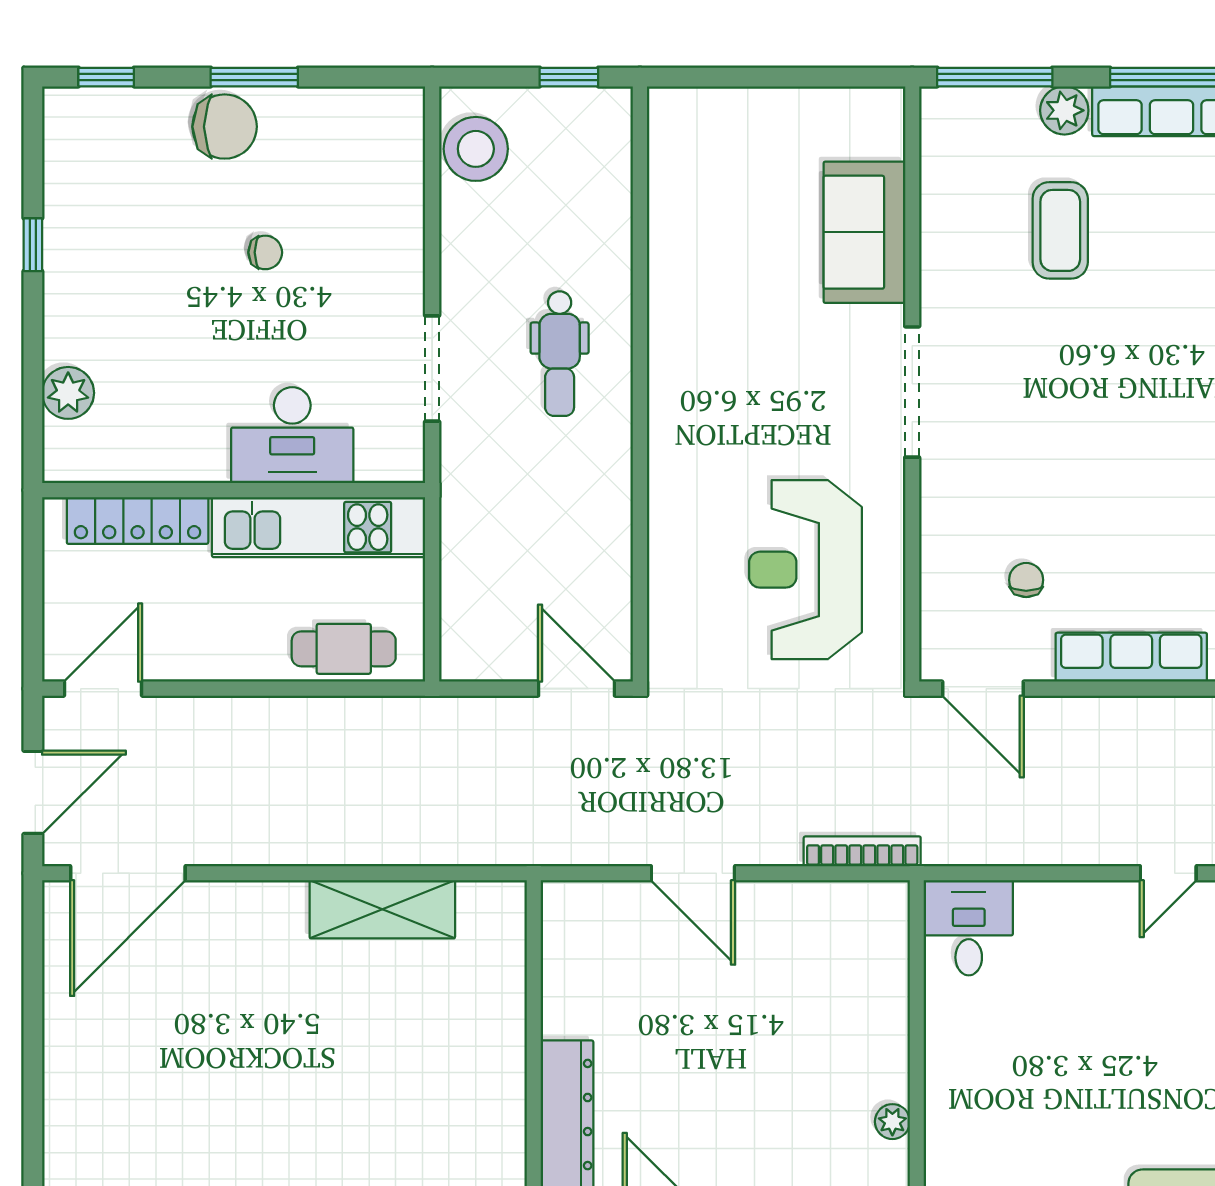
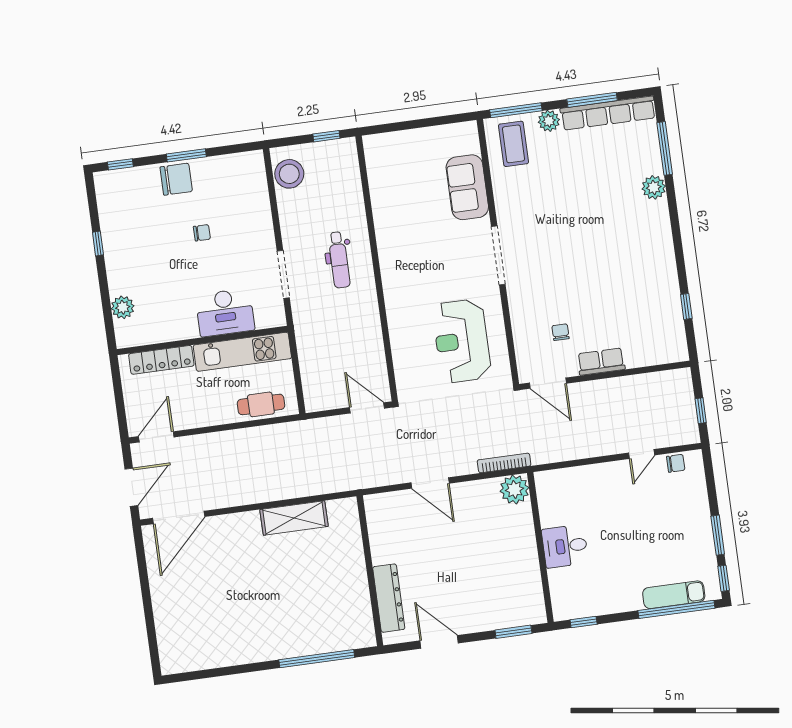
coffee table: (1060, 230) -> (514, 144), moved
row of seats: (1131, 657) -> (601, 362), width x0.68
desk: (969, 928) -> (565, 546), moved, turned -90
plant: (892, 1122) -> (514, 489), moved, width x1.88, depth x1.88

